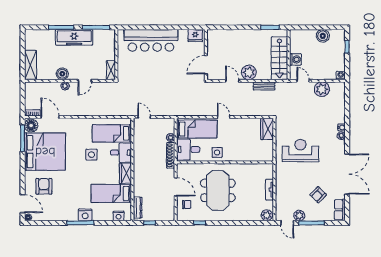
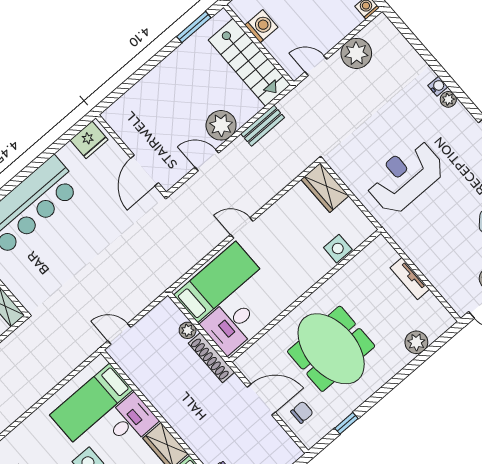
washing machine: (295, 59) -> (261, 26), moved
side table: (217, 152) -> (338, 249), moved
plant: (267, 215) -> (416, 342), moved

